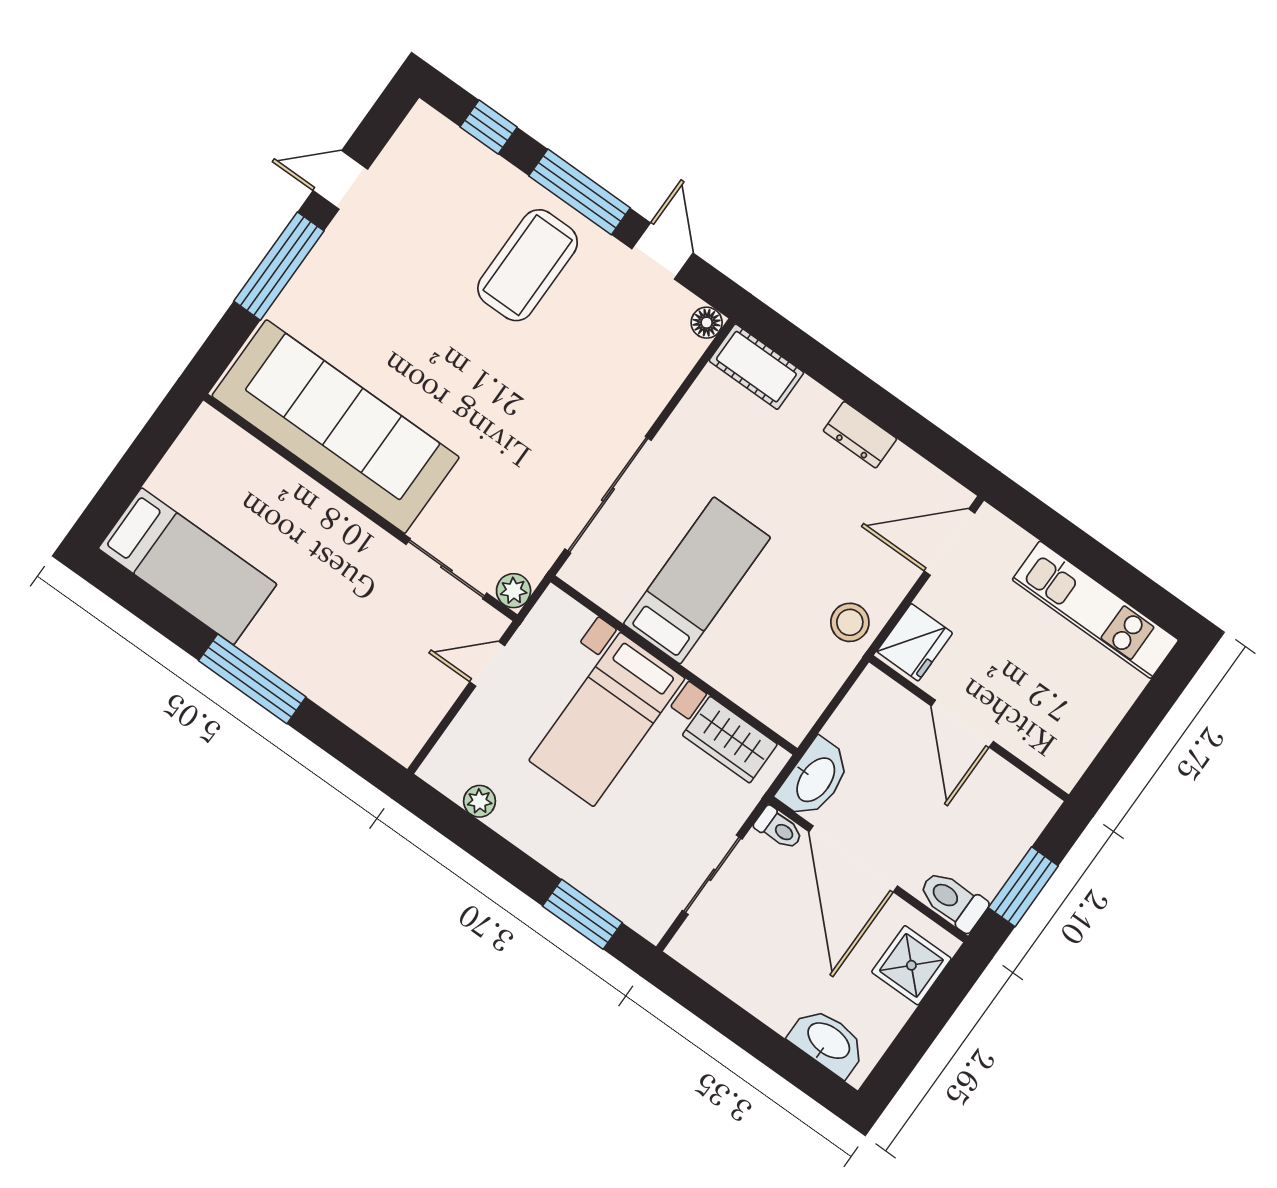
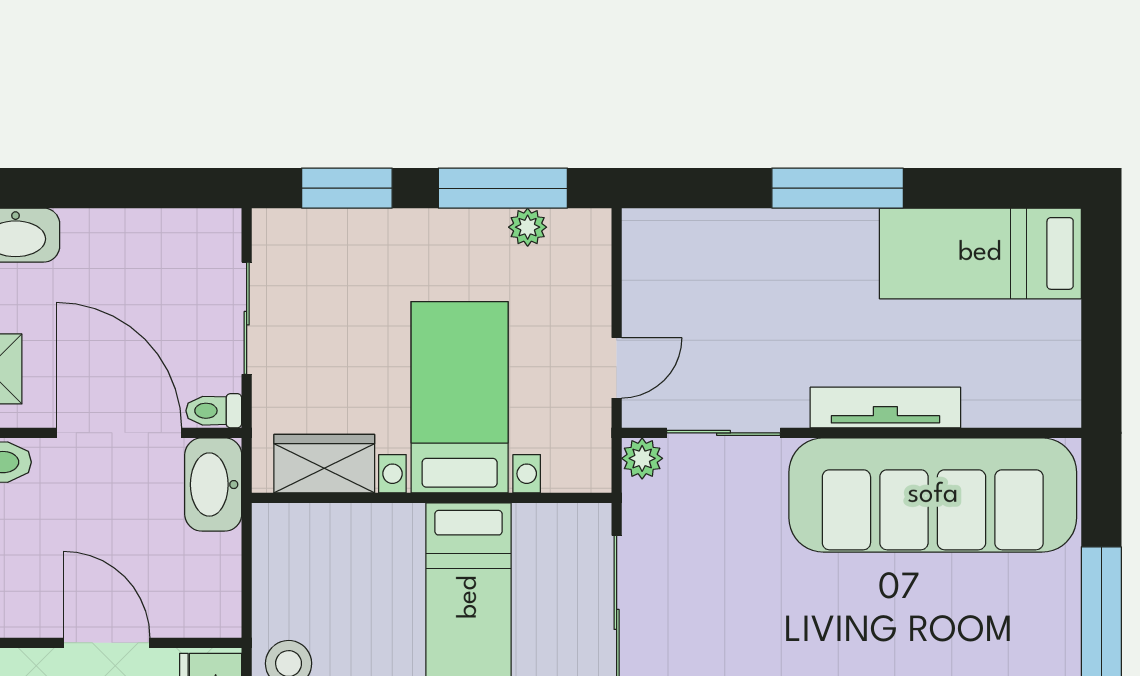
tv unit: (325, 508) -> (885, 408), added
window: (477, 839) -> (503, 188), added

